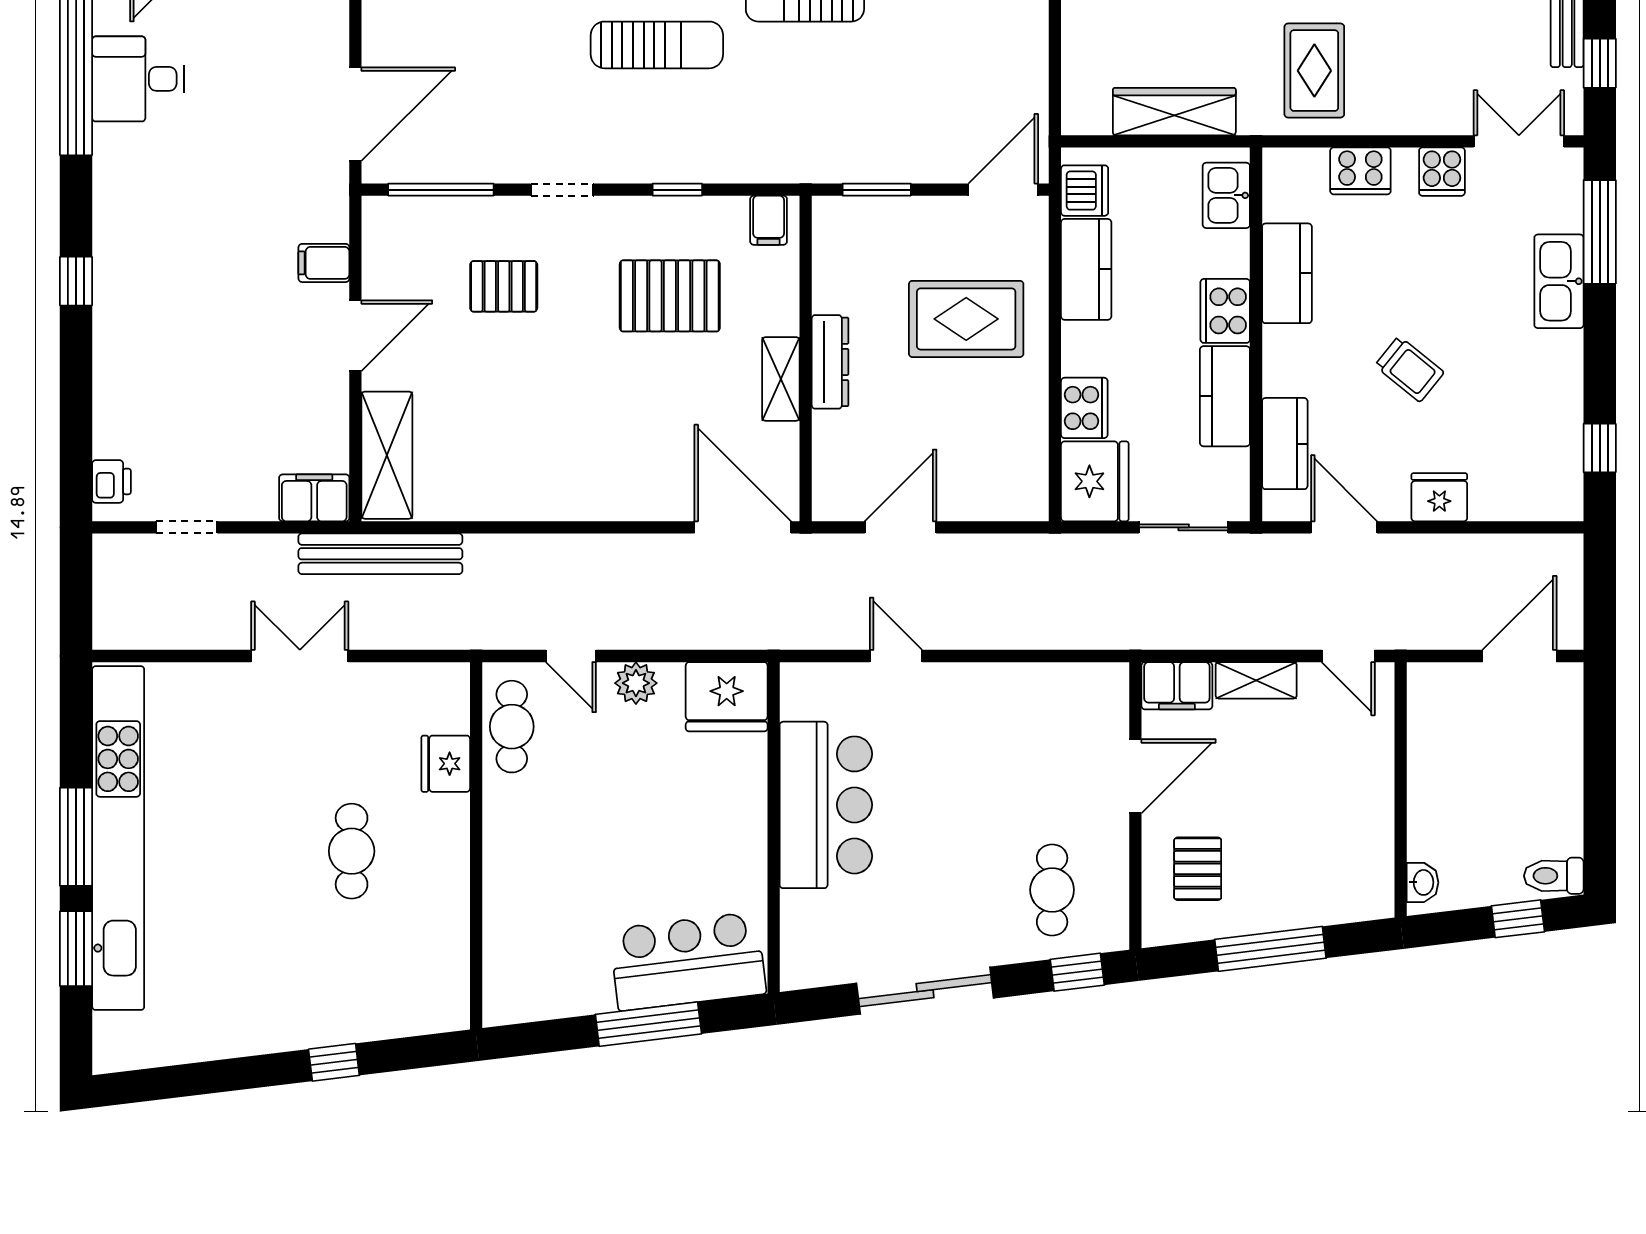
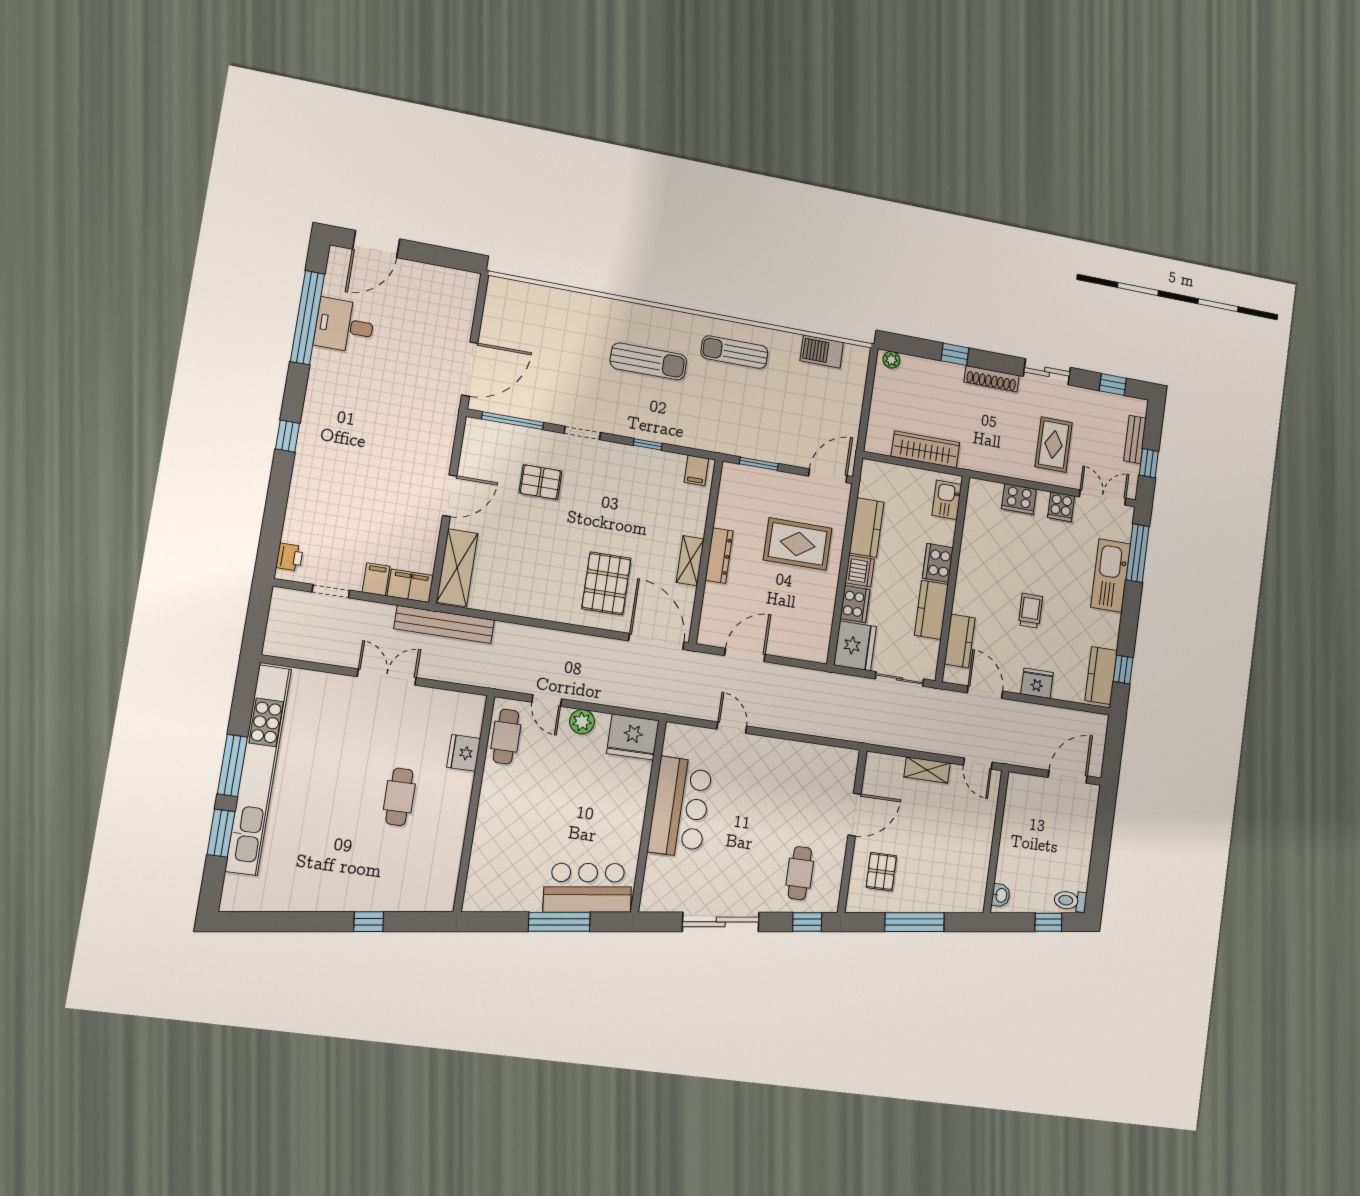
rug: (1314, 71) -> (1054, 445), moved
dishwasher: (1085, 191) -> (860, 571), moved
filing cabinet: (324, 263) -> (376, 579), moved, turned 90
kitchen counter: (1287, 273) -> (1101, 675), moved, turned 180
kitchen sink: (1559, 281) -> (1111, 576), width x1.36, depth x1.24
pallet: (670, 296) -> (606, 583), moved, turned 90
trolley: (1409, 369) -> (1030, 611), turned -129
filing cabinet: (1177, 686) -> (884, 767), removed

